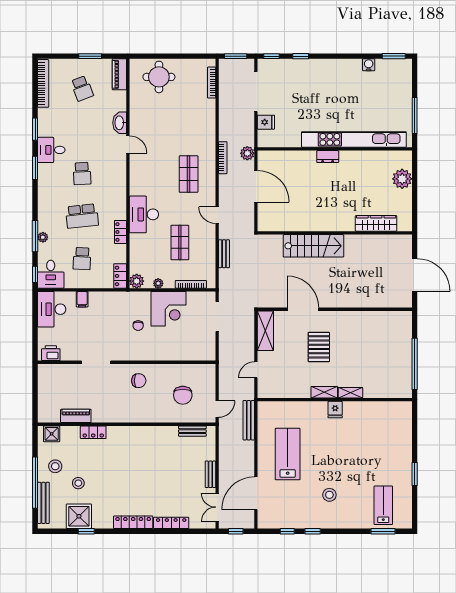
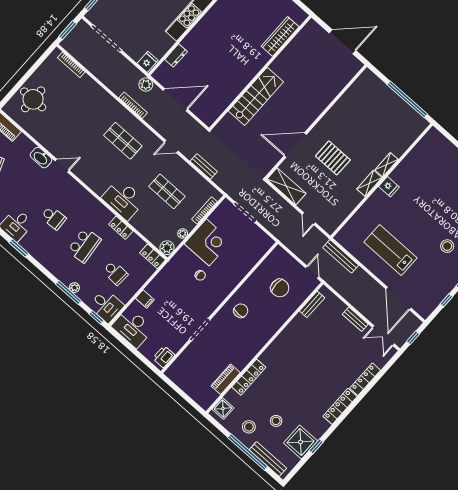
fridge: (266, 122) -> (148, 62), moved
dresser: (328, 157) -> (176, 55), moved
locker: (93, 432) -> (249, 377), width x1.53

